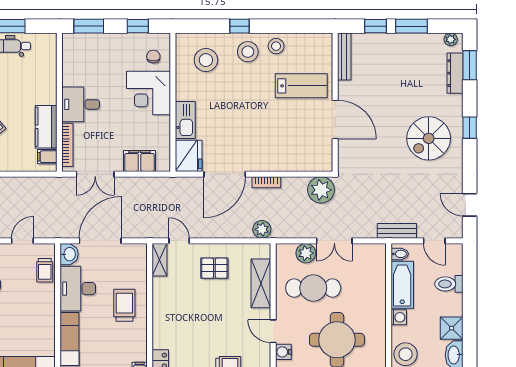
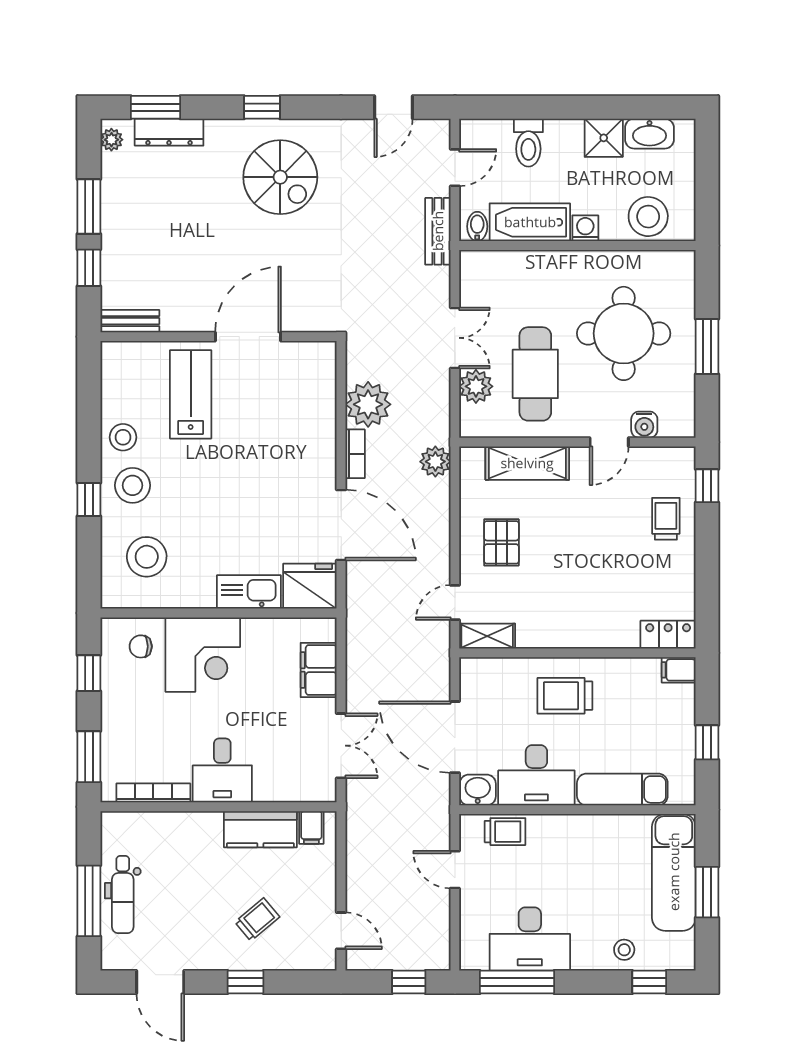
bench: (344, 56) -> (130, 321), width x0.73
bookcase: (67, 145) -> (153, 793), moved
plant: (321, 190) -> (368, 404), moved

